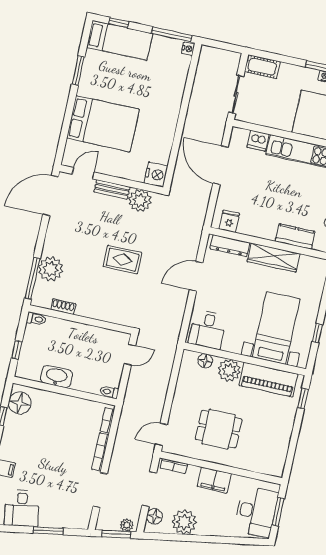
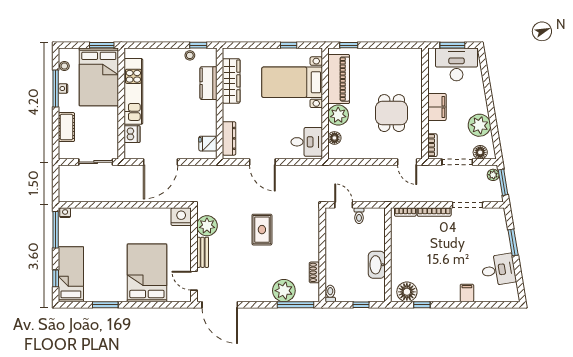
cot: (262, 67) -> (66, 127), moved
wardrobe: (273, 258) -> (231, 81), moved
toilet: (109, 392) -> (359, 216), moved

